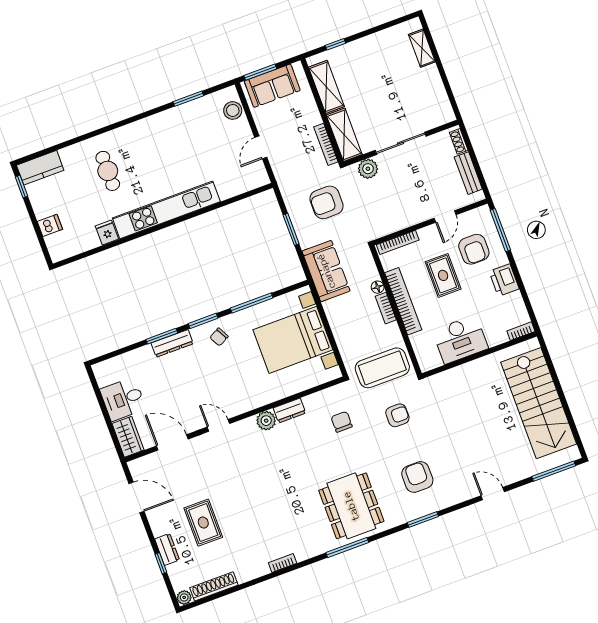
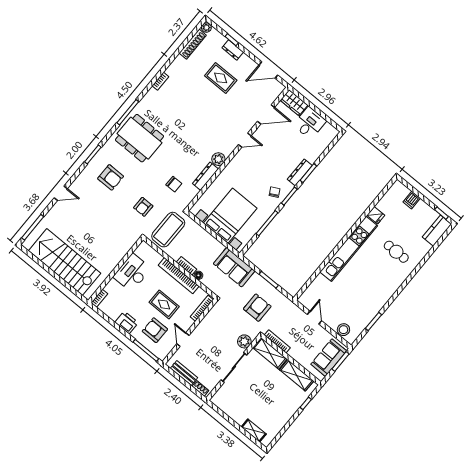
dresser: (289, 411) -> (205, 176), width x1.44

